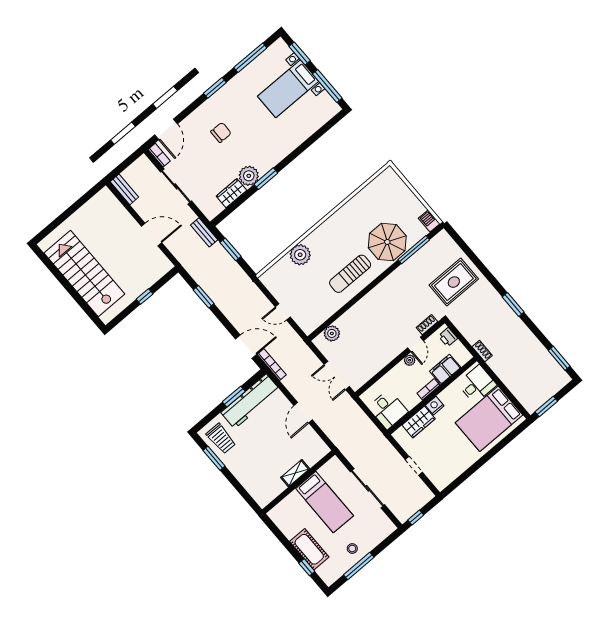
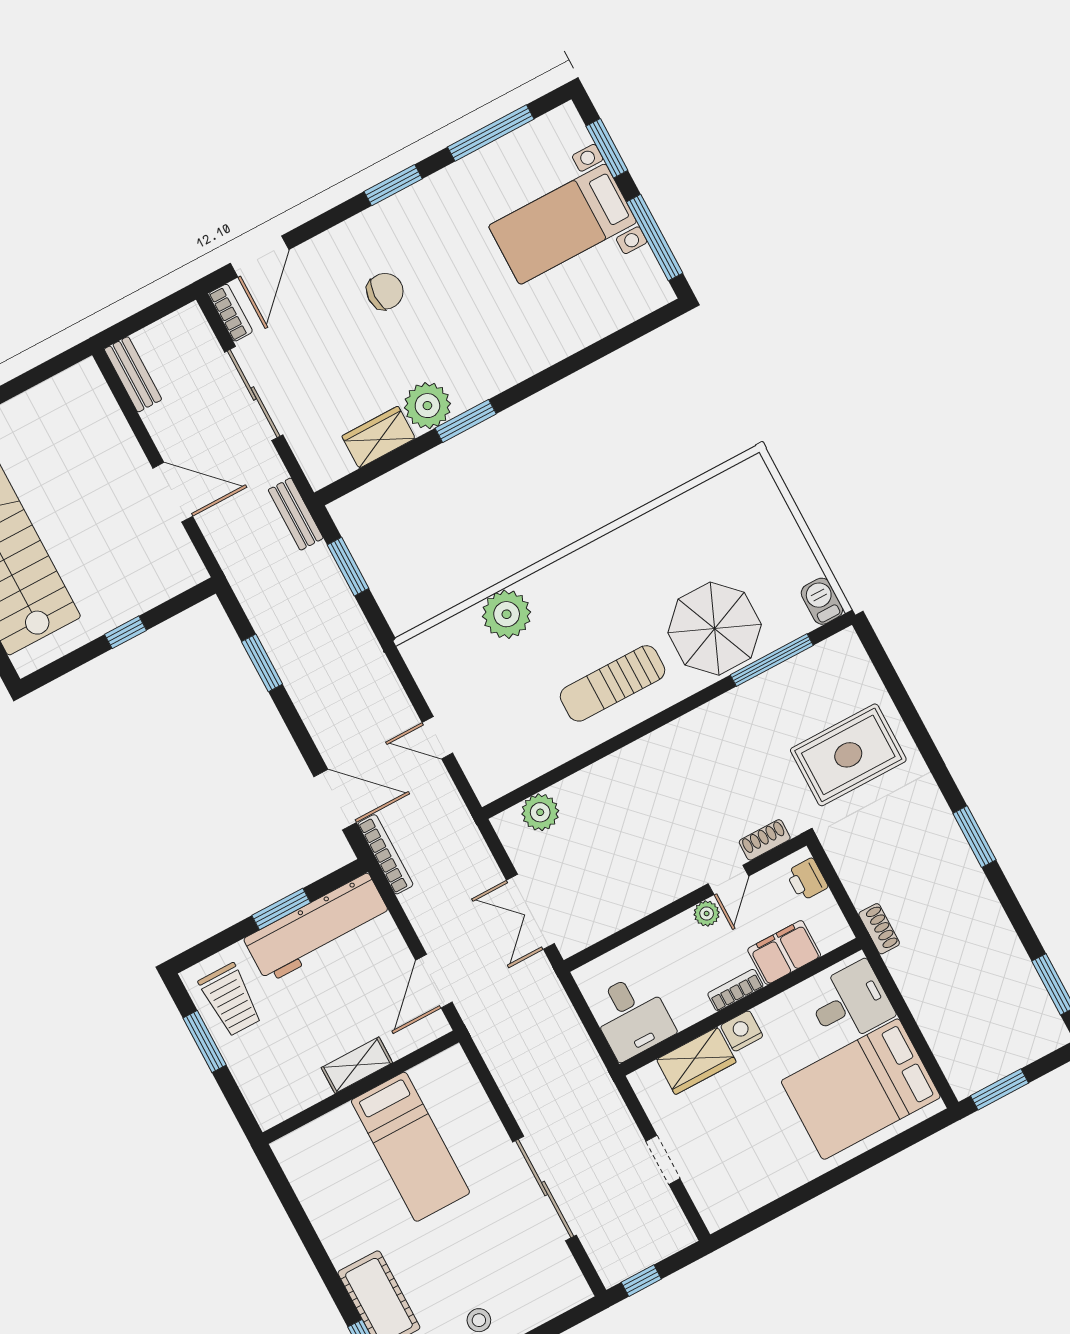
shelving: (295, 473) -> (357, 1065), moved
wall: (299, 482) -> (361, 1087), moved
bed: (325, 502) -> (410, 1147), moved

